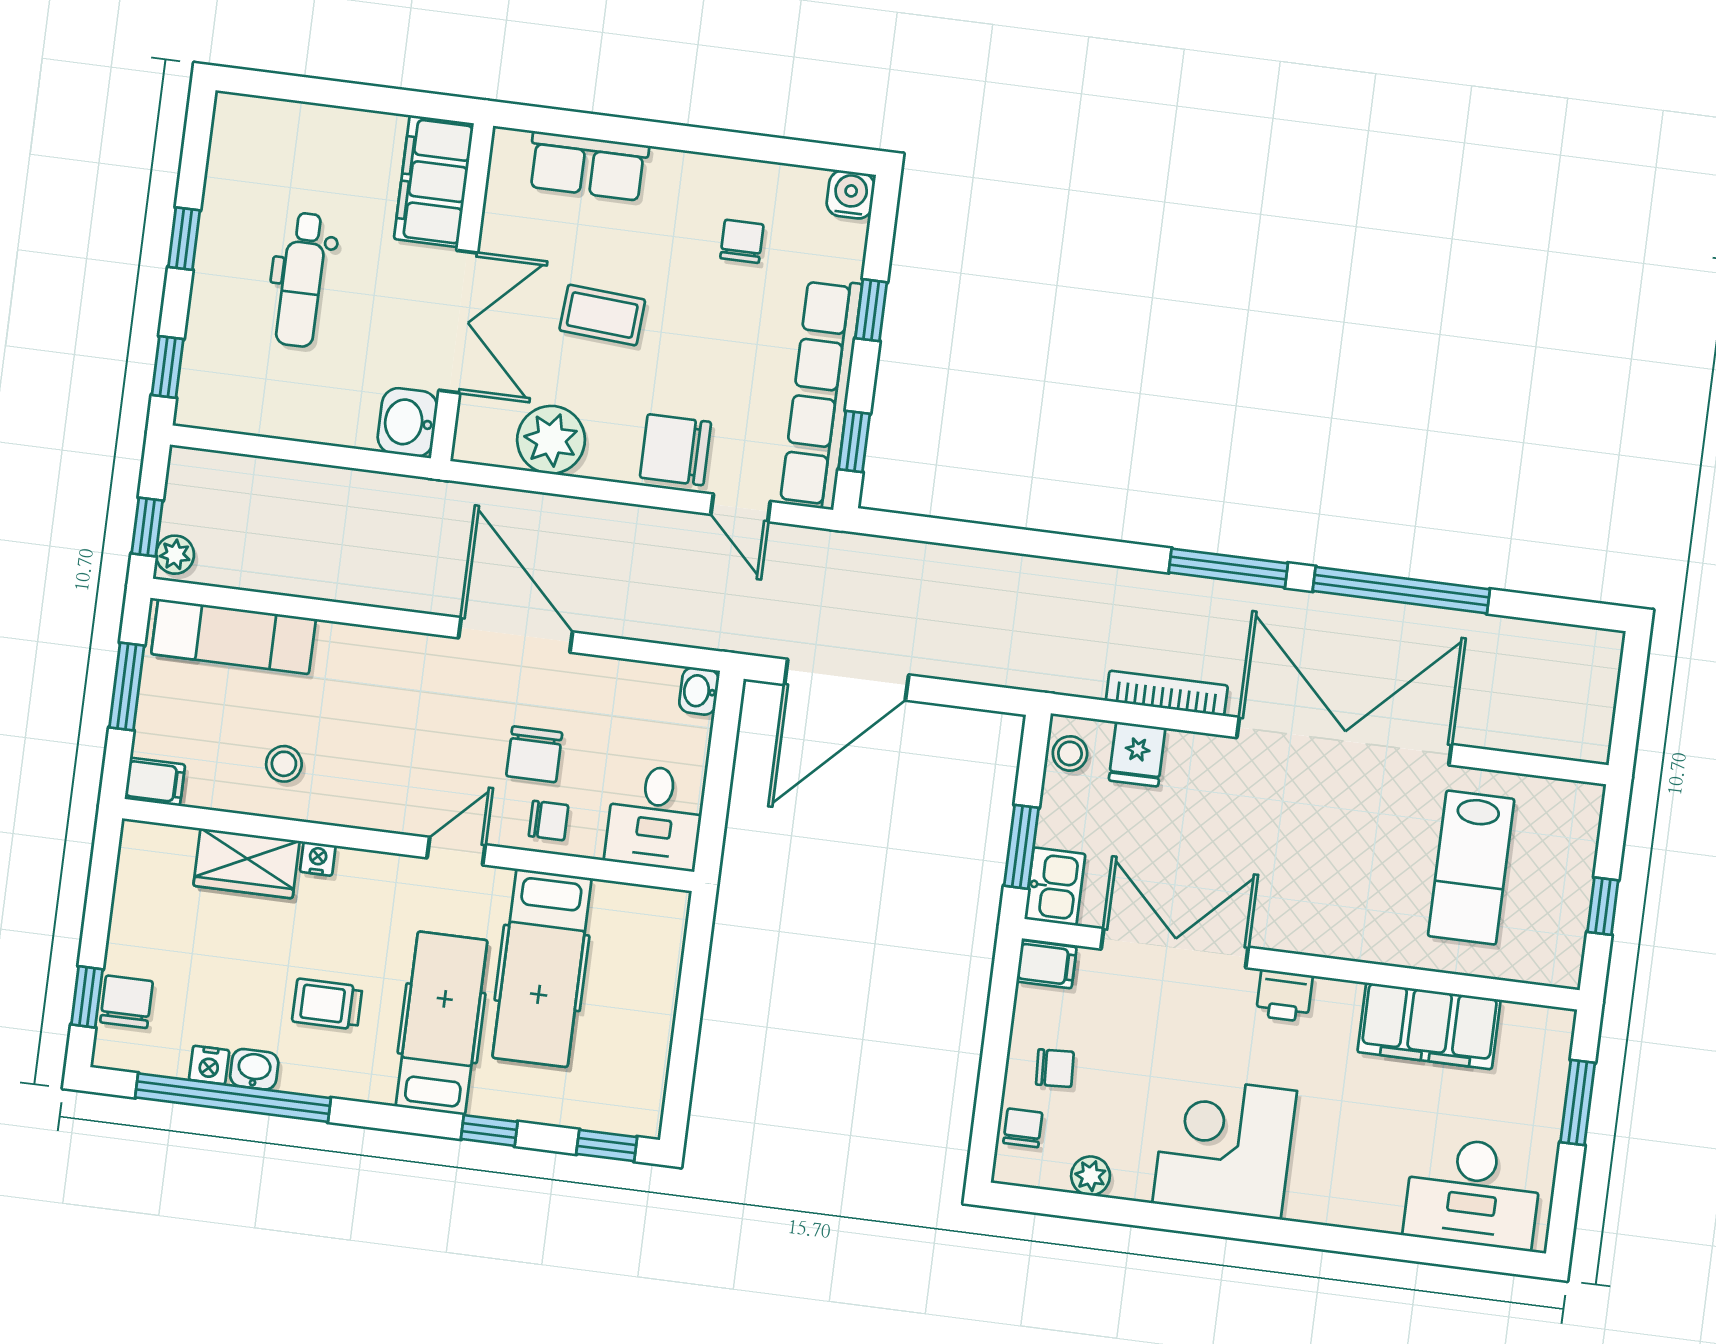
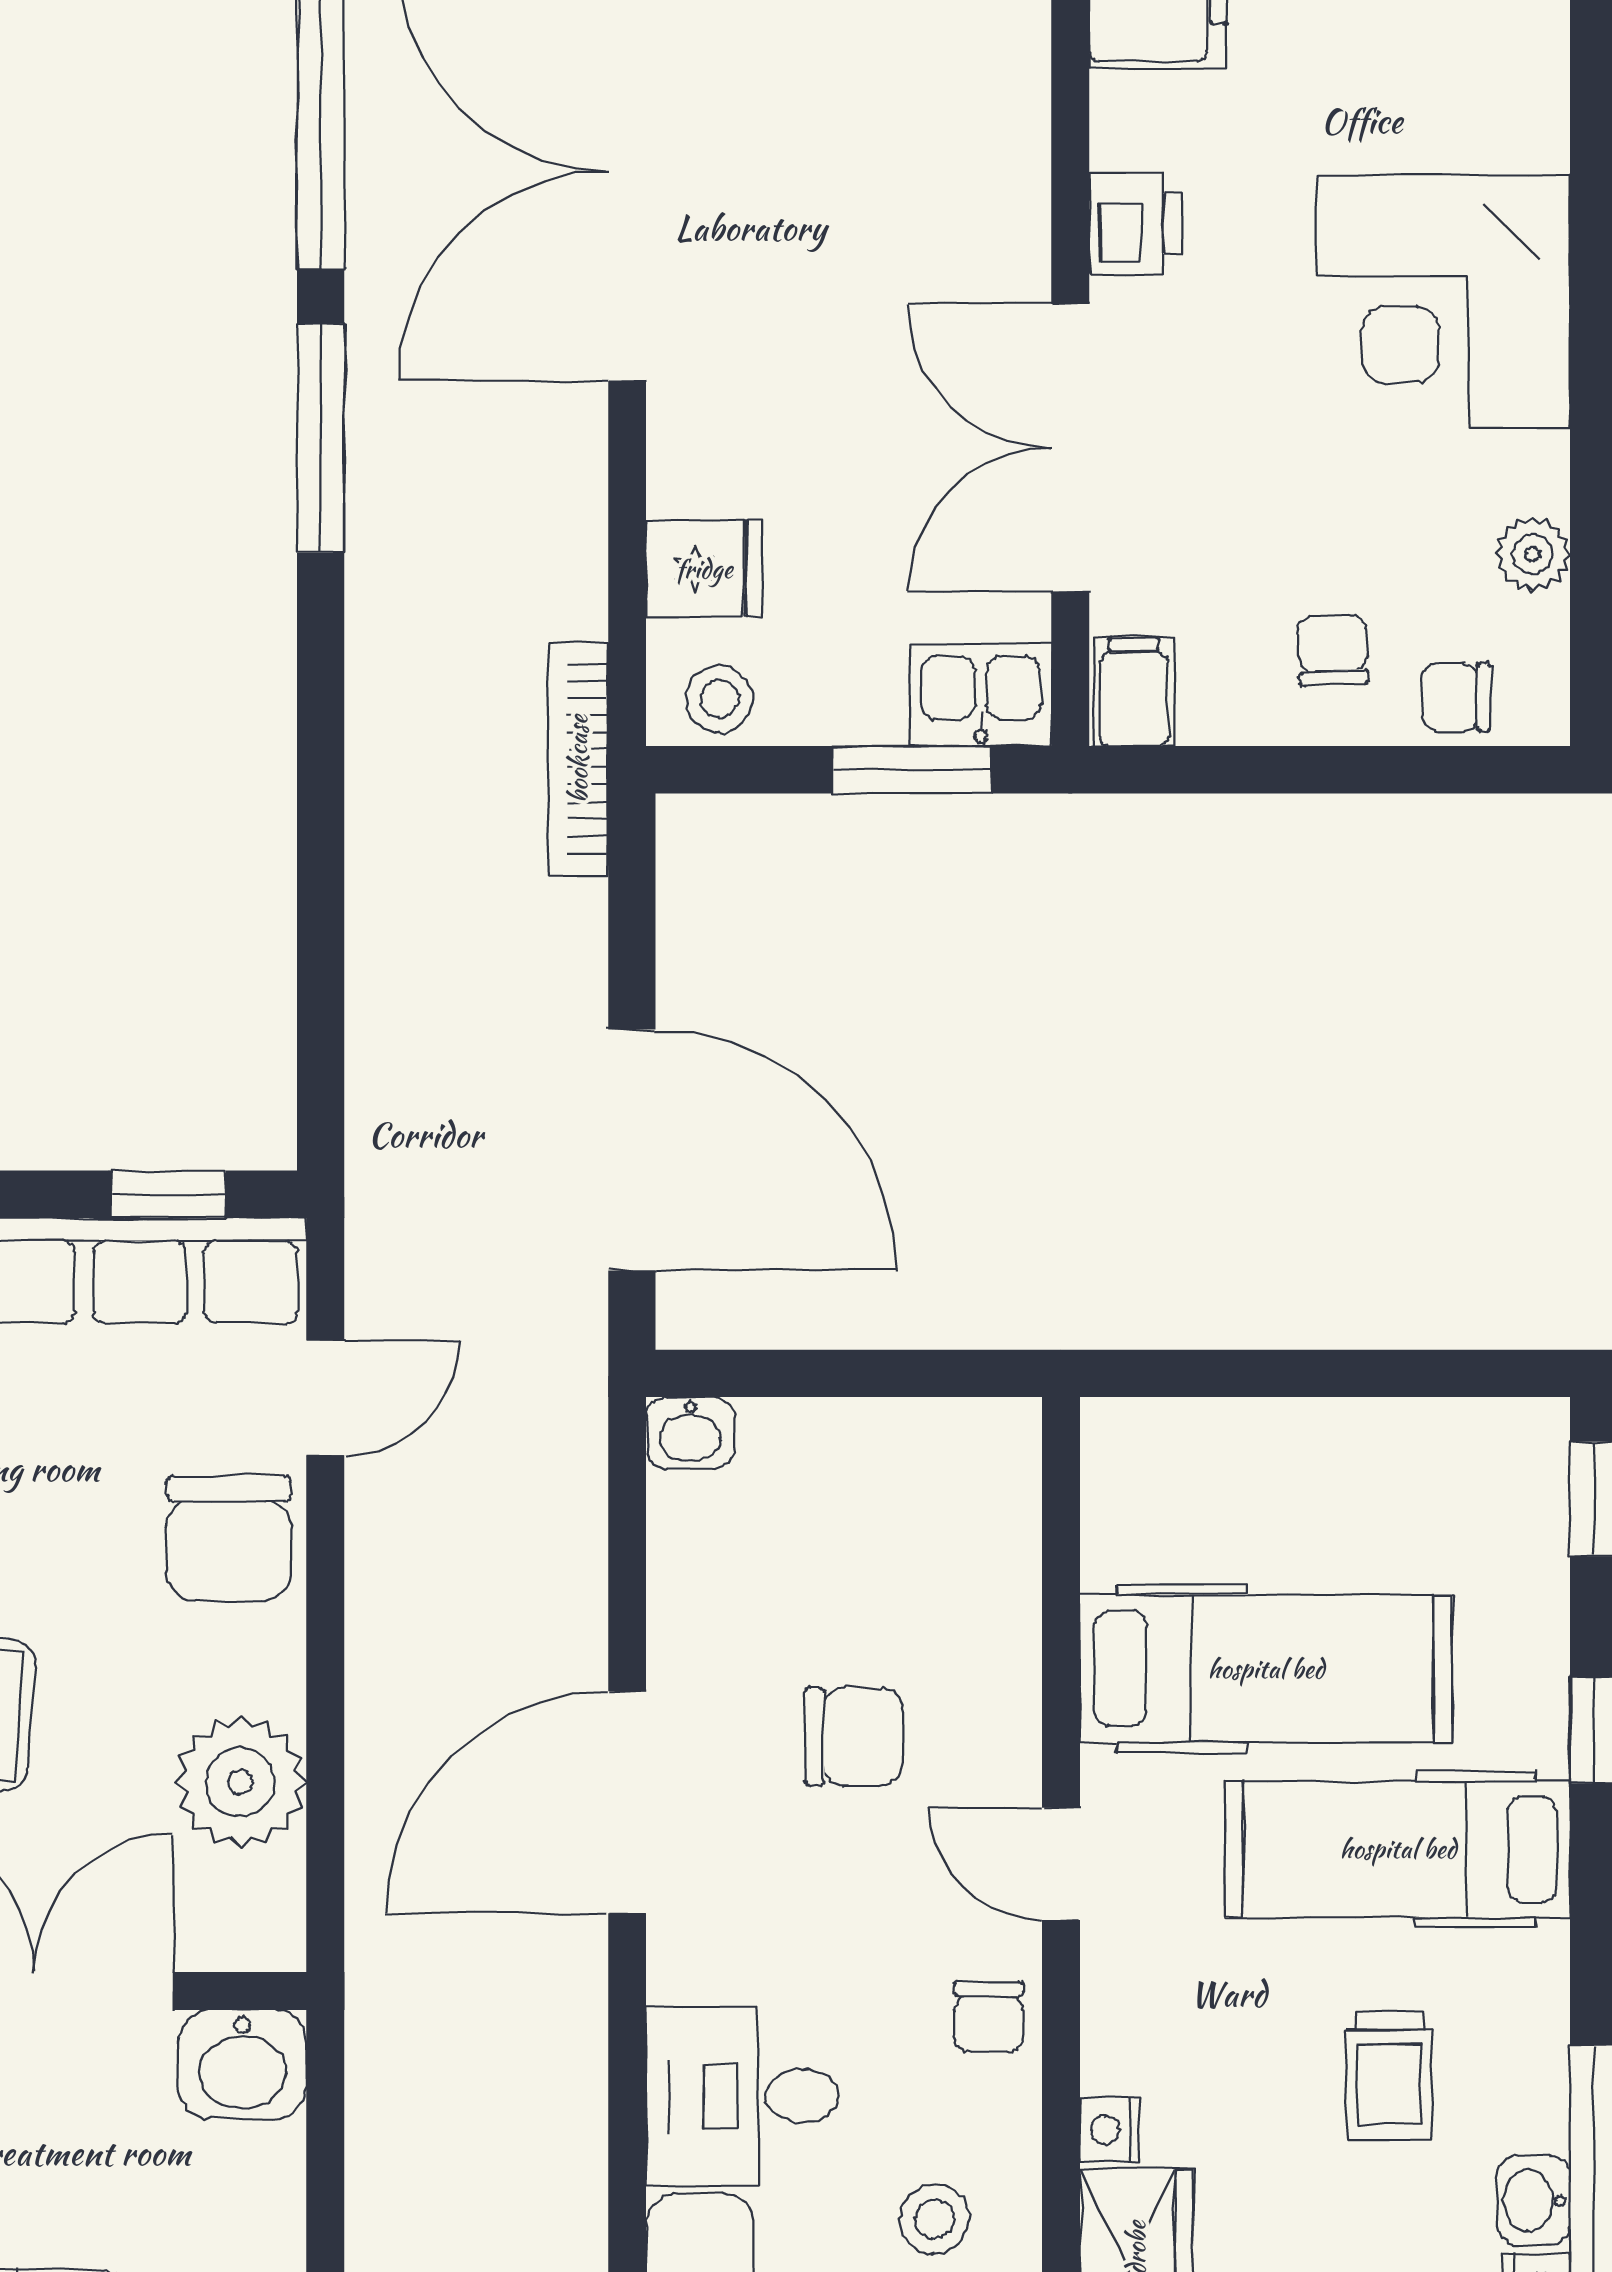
bookcase: (1167, 693) -> (578, 759), moved
desk: (655, 817) -> (742, 2096), moved, turned 180
chair: (549, 821) -> (988, 2017), moved, turned 180

